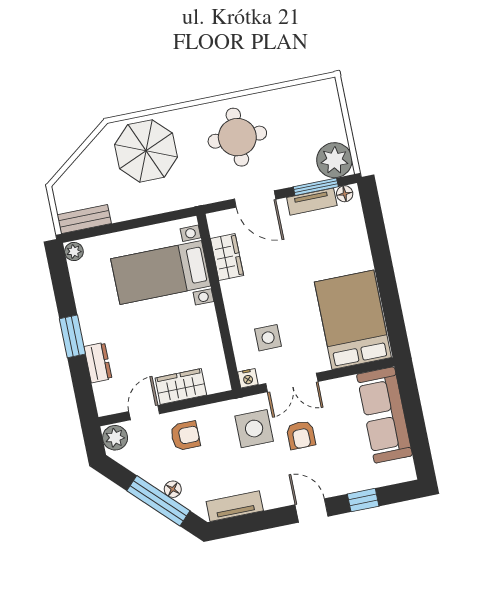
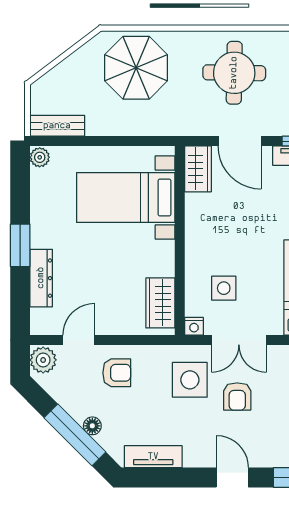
wardrobe: (227, 257) -> (198, 169), moved
dresser: (98, 363) -> (41, 278), width x1.44
wardrobe: (181, 386) -> (160, 303), moved, turned -90

